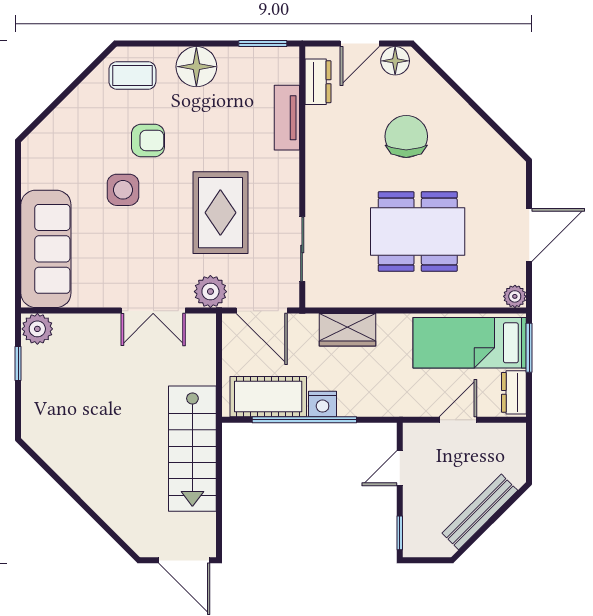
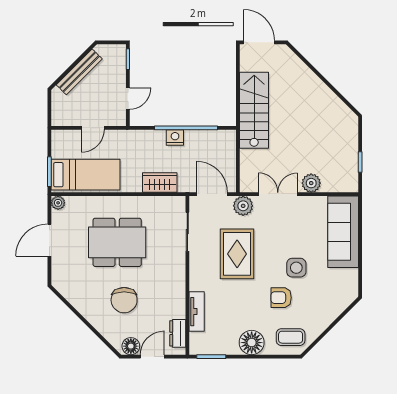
plant: (37, 329) -> (311, 183), moved
dresser: (514, 392) -> (59, 145), removed
cot: (268, 397) -> (208, 142), removed

